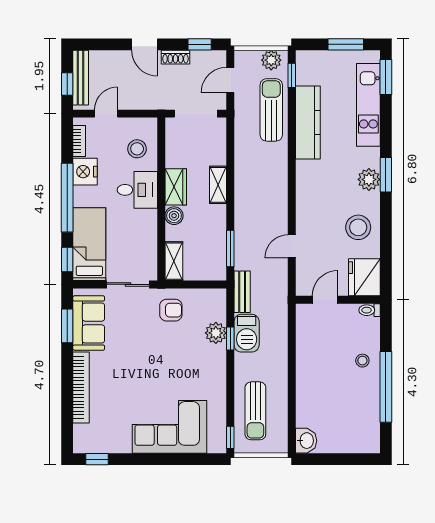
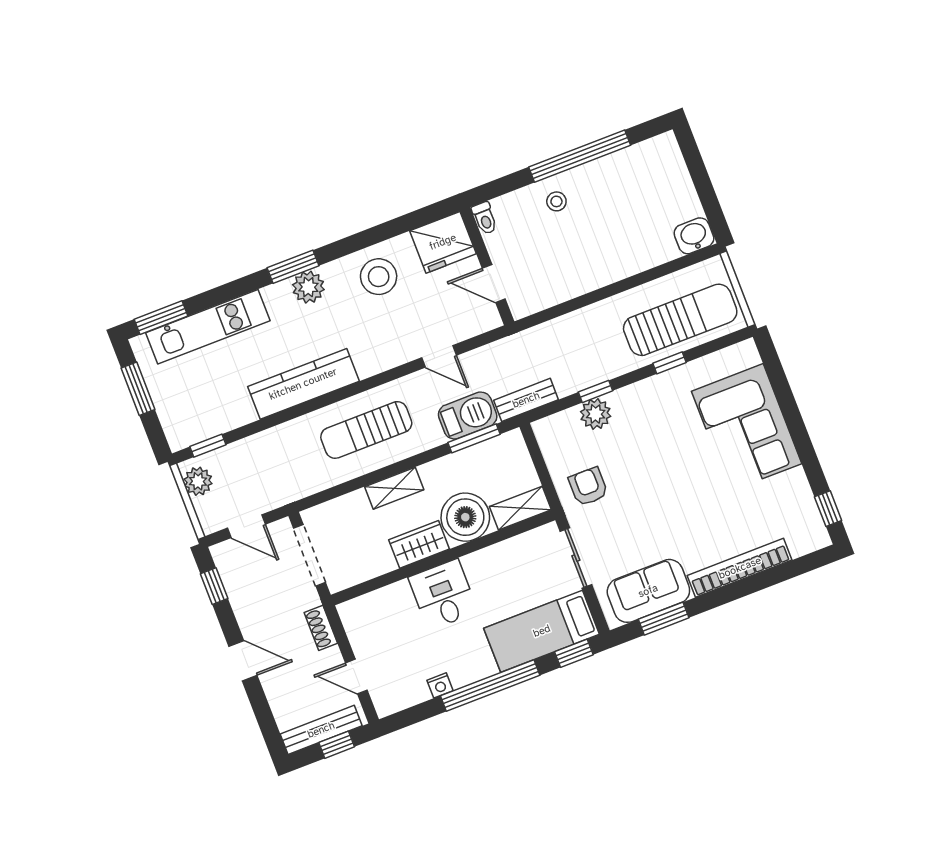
door: (144, 44) -> (243, 661), hinge flipped
shoe rack: (175, 57) -> (321, 628), moved, turned 180
sun lounger: (271, 110) -> (366, 430), moved
kitchen counter: (308, 122) -> (303, 384), moved
bookcase: (79, 141) -> (407, 699), removed
stool: (137, 149) -> (388, 616), removed
nightstand: (85, 172) -> (440, 685), width x0.53, depth x0.56
boiler: (174, 216) -> (465, 517), width x1.86, depth x1.86
barbecue: (247, 333) -> (468, 416), moved
sun lounger: (255, 411) -> (680, 320), width x1.36, depth x1.34
window: (230, 437) -> (669, 363), moved

